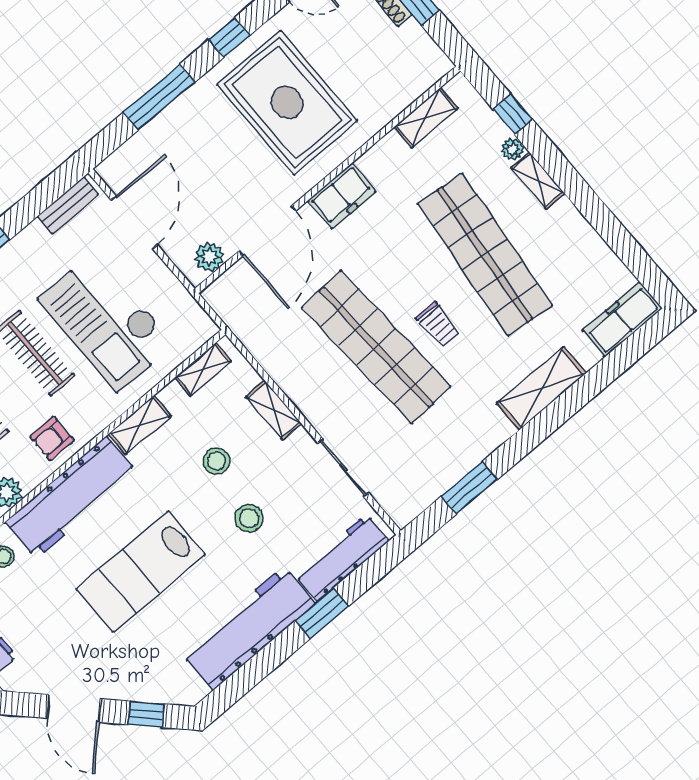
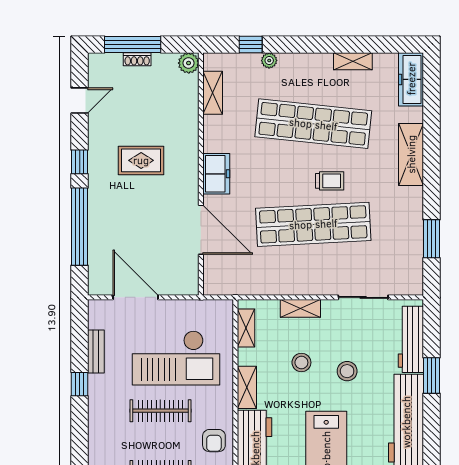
window: (159, 97) -> (80, 227), width x1.46
rug: (287, 103) -> (141, 160), width x0.54, depth x0.49
shelving: (538, 181) -> (353, 61), moved
bench: (68, 205) -> (96, 351), moved
plant: (209, 257) -> (189, 63), moved

